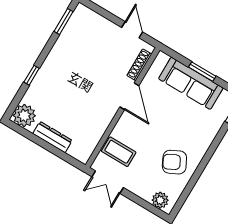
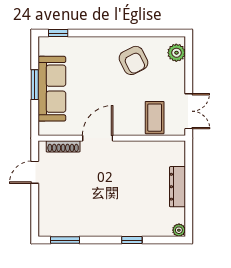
plant: (24, 116) -> (179, 230), width x0.53, depth x0.53

